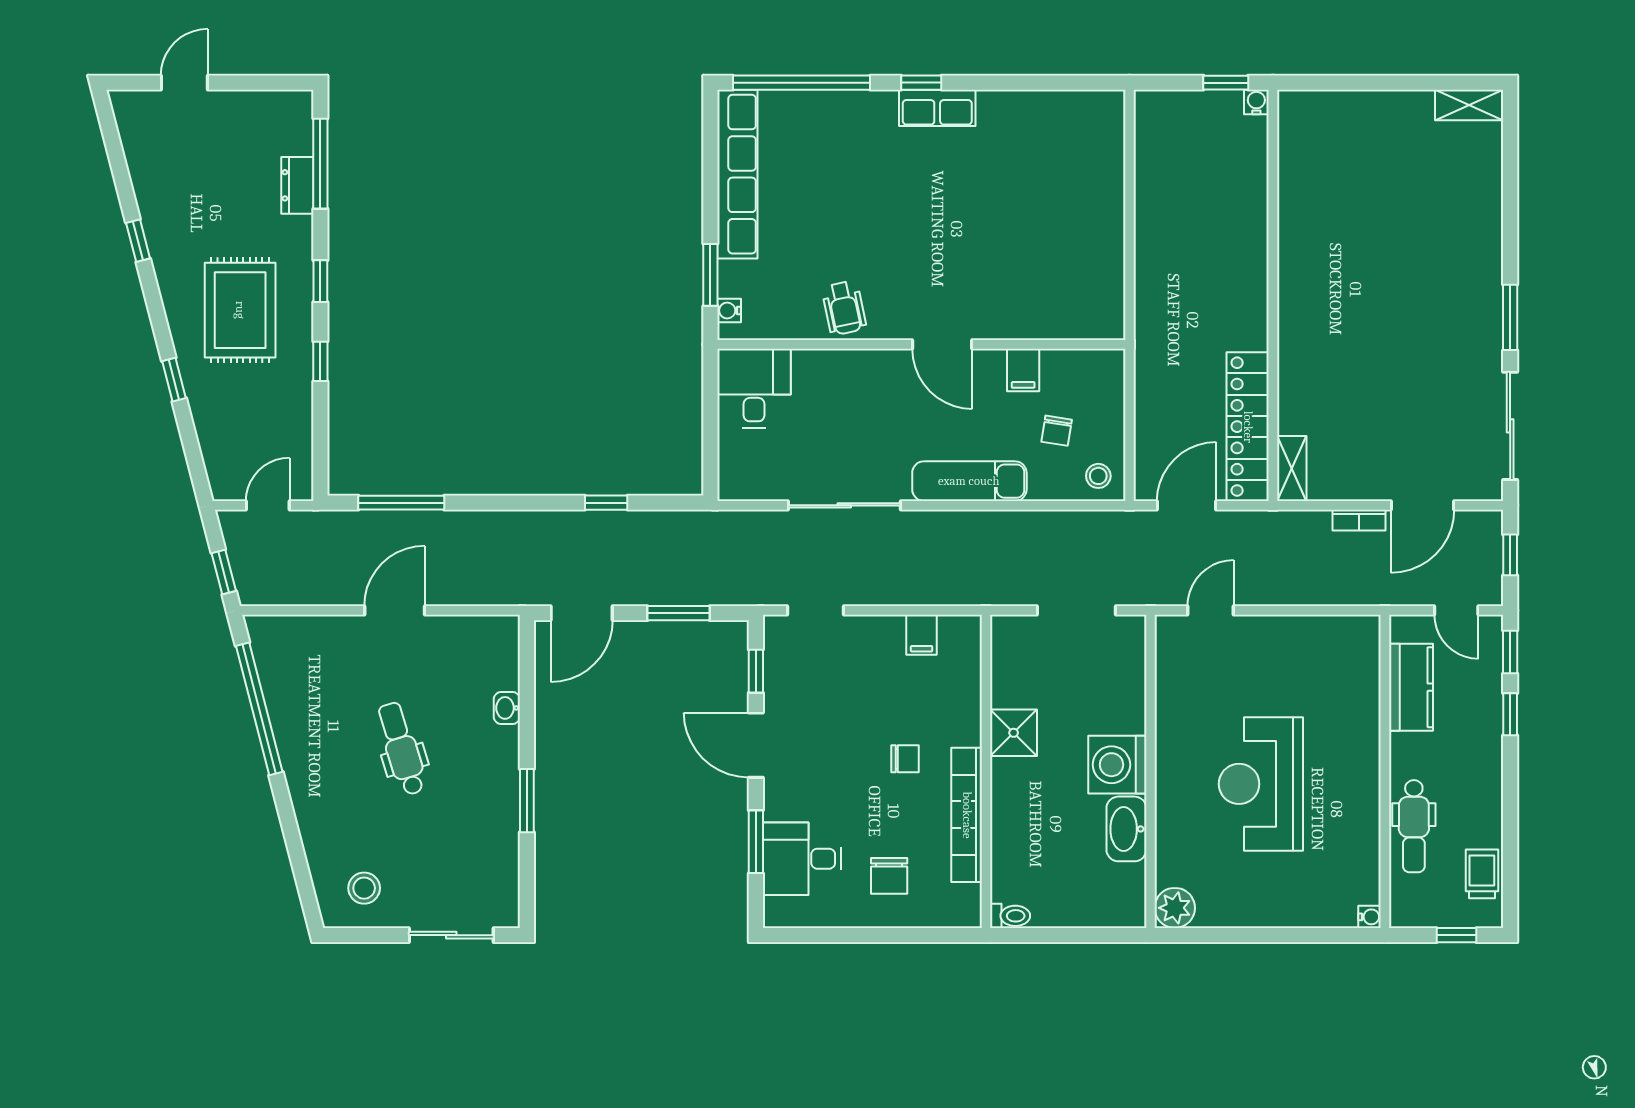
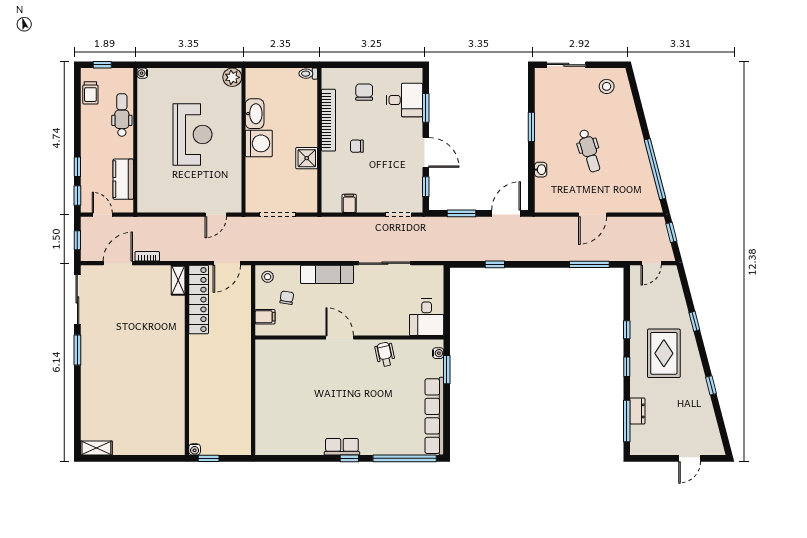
filing cabinet: (1023, 370) -> (265, 317), moved, turned 90

